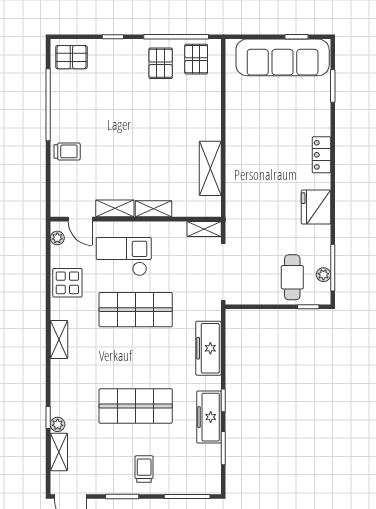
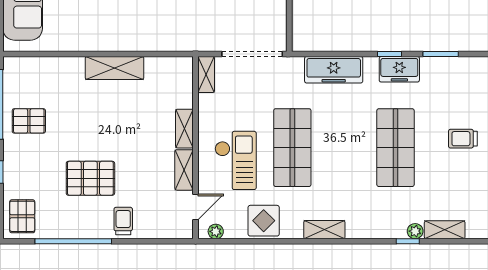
pallet: (196, 59) -> (90, 178), moved, width x1.50, depth x1.42
shelving: (210, 168) -> (114, 68), moved
checkout: (124, 257) -> (236, 160), turned 180
freezer: (209, 417) -> (399, 69), width x0.71

